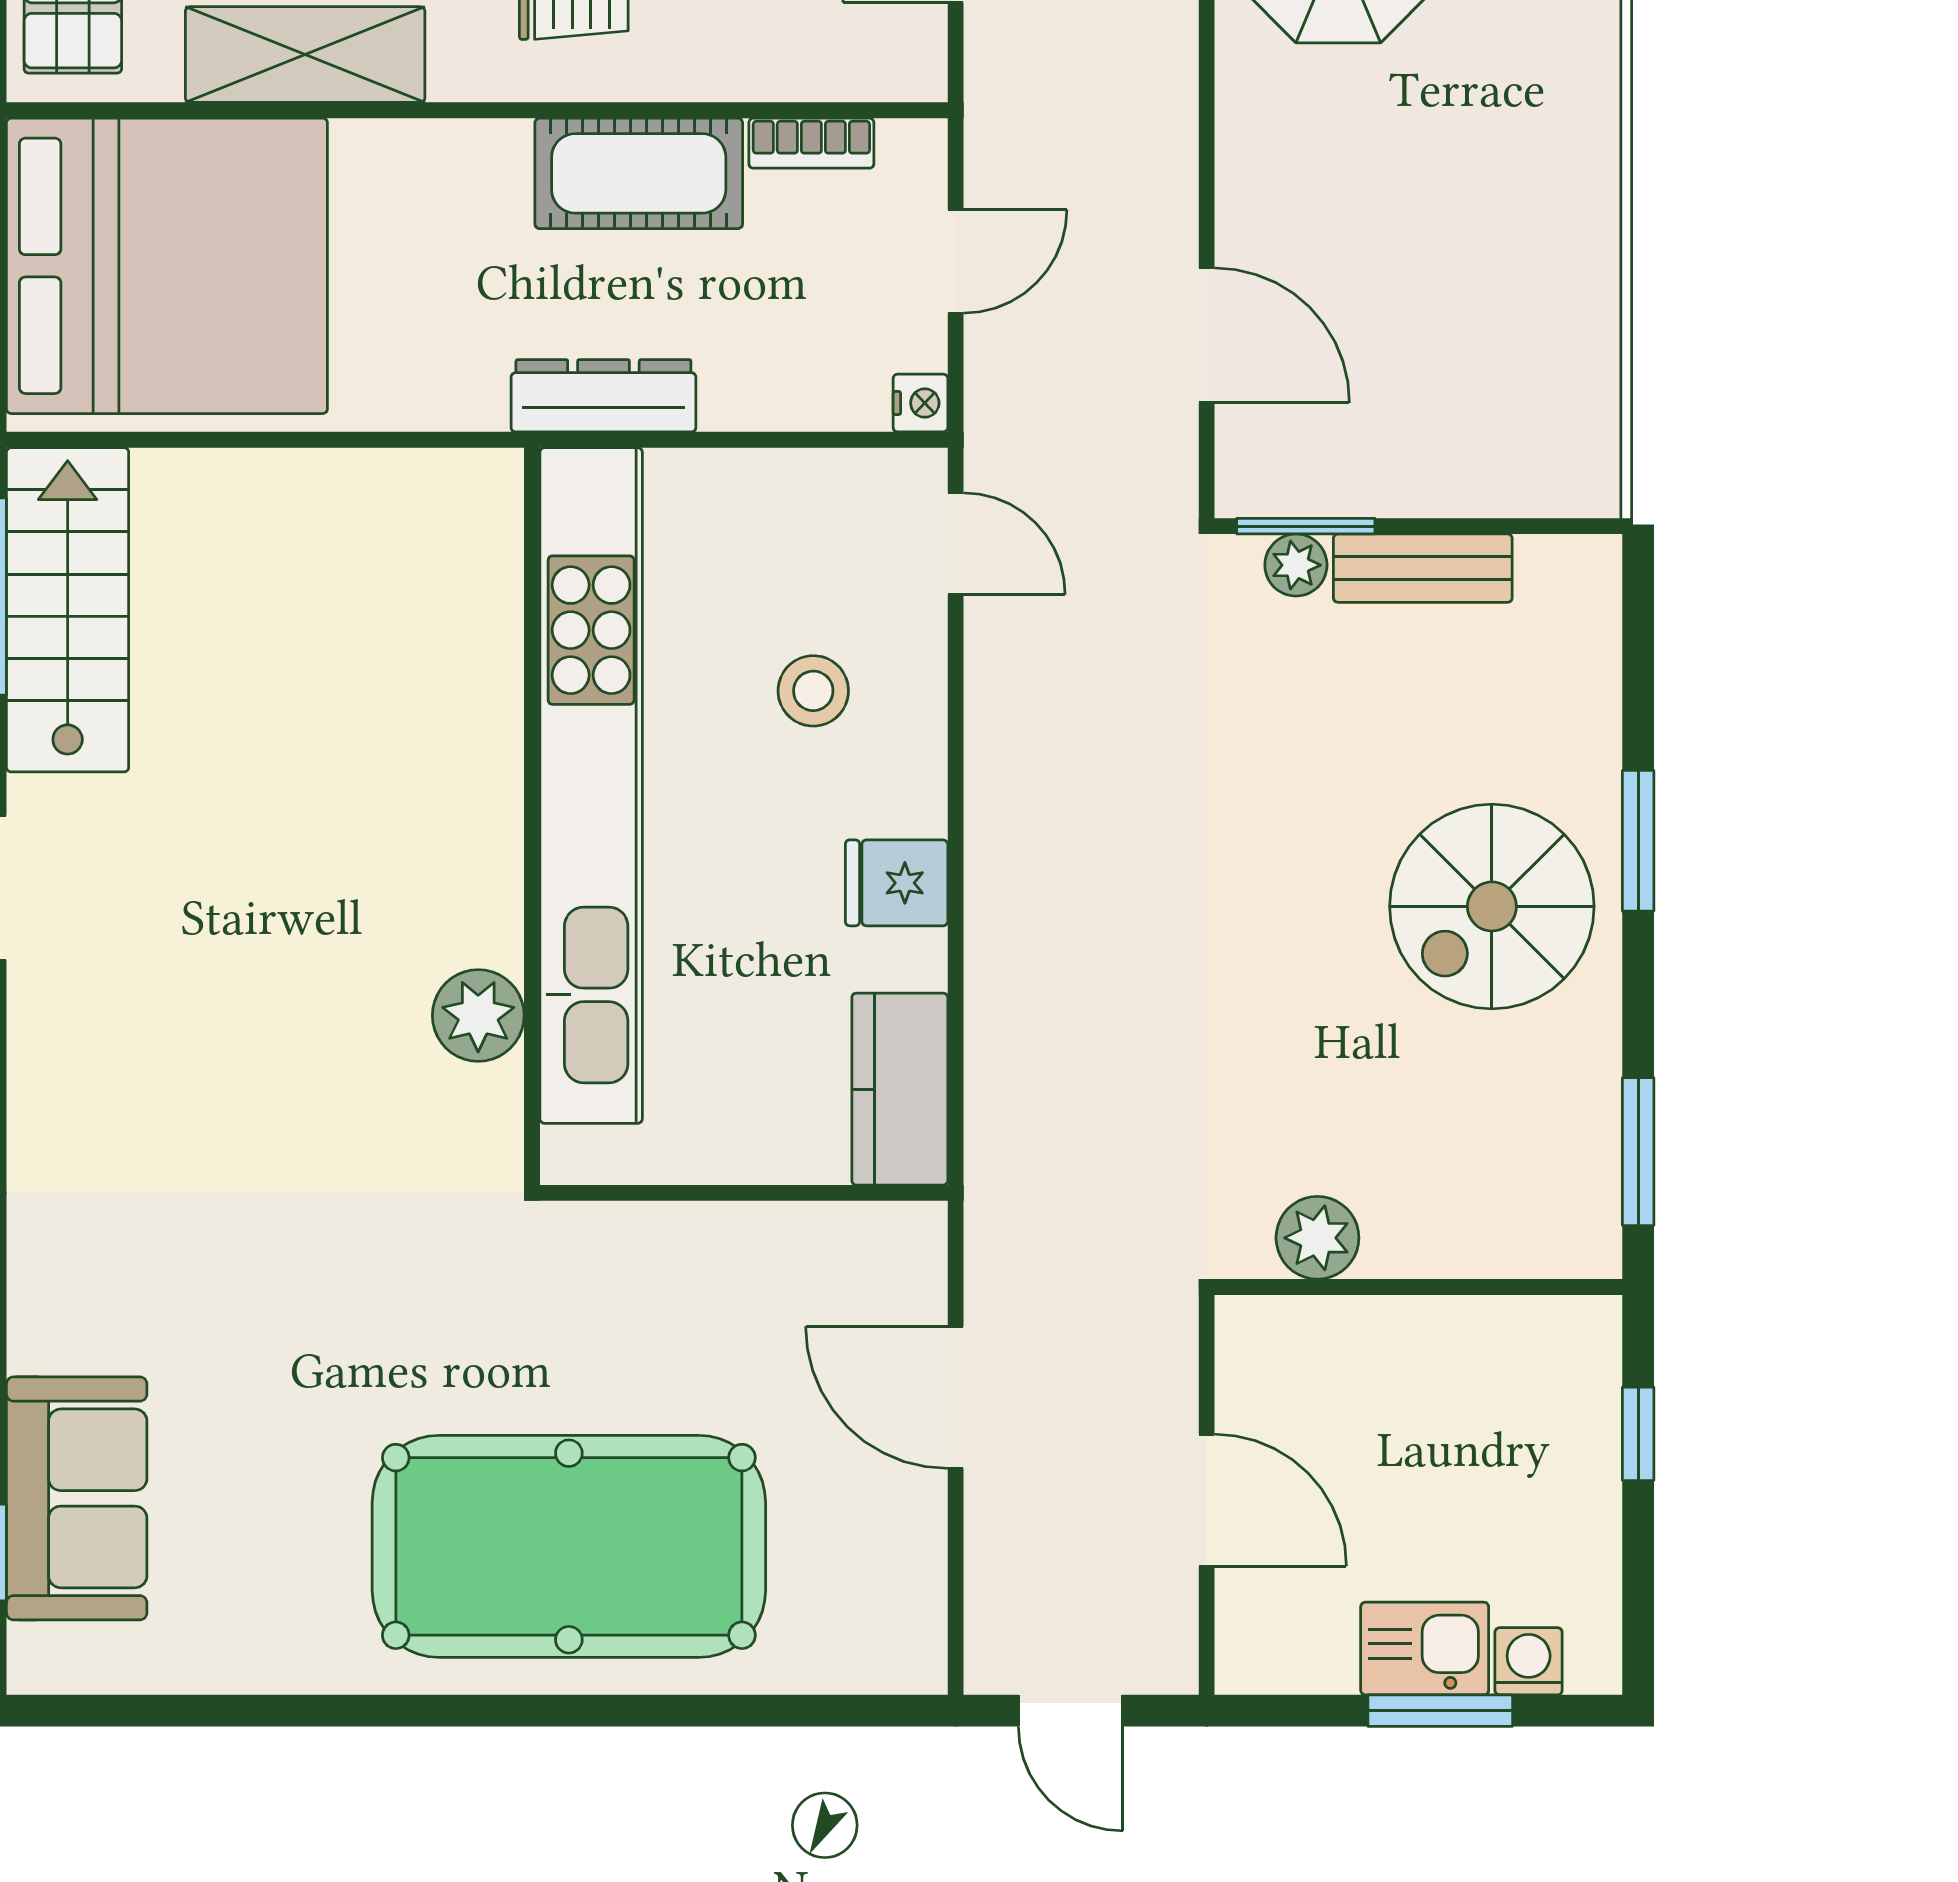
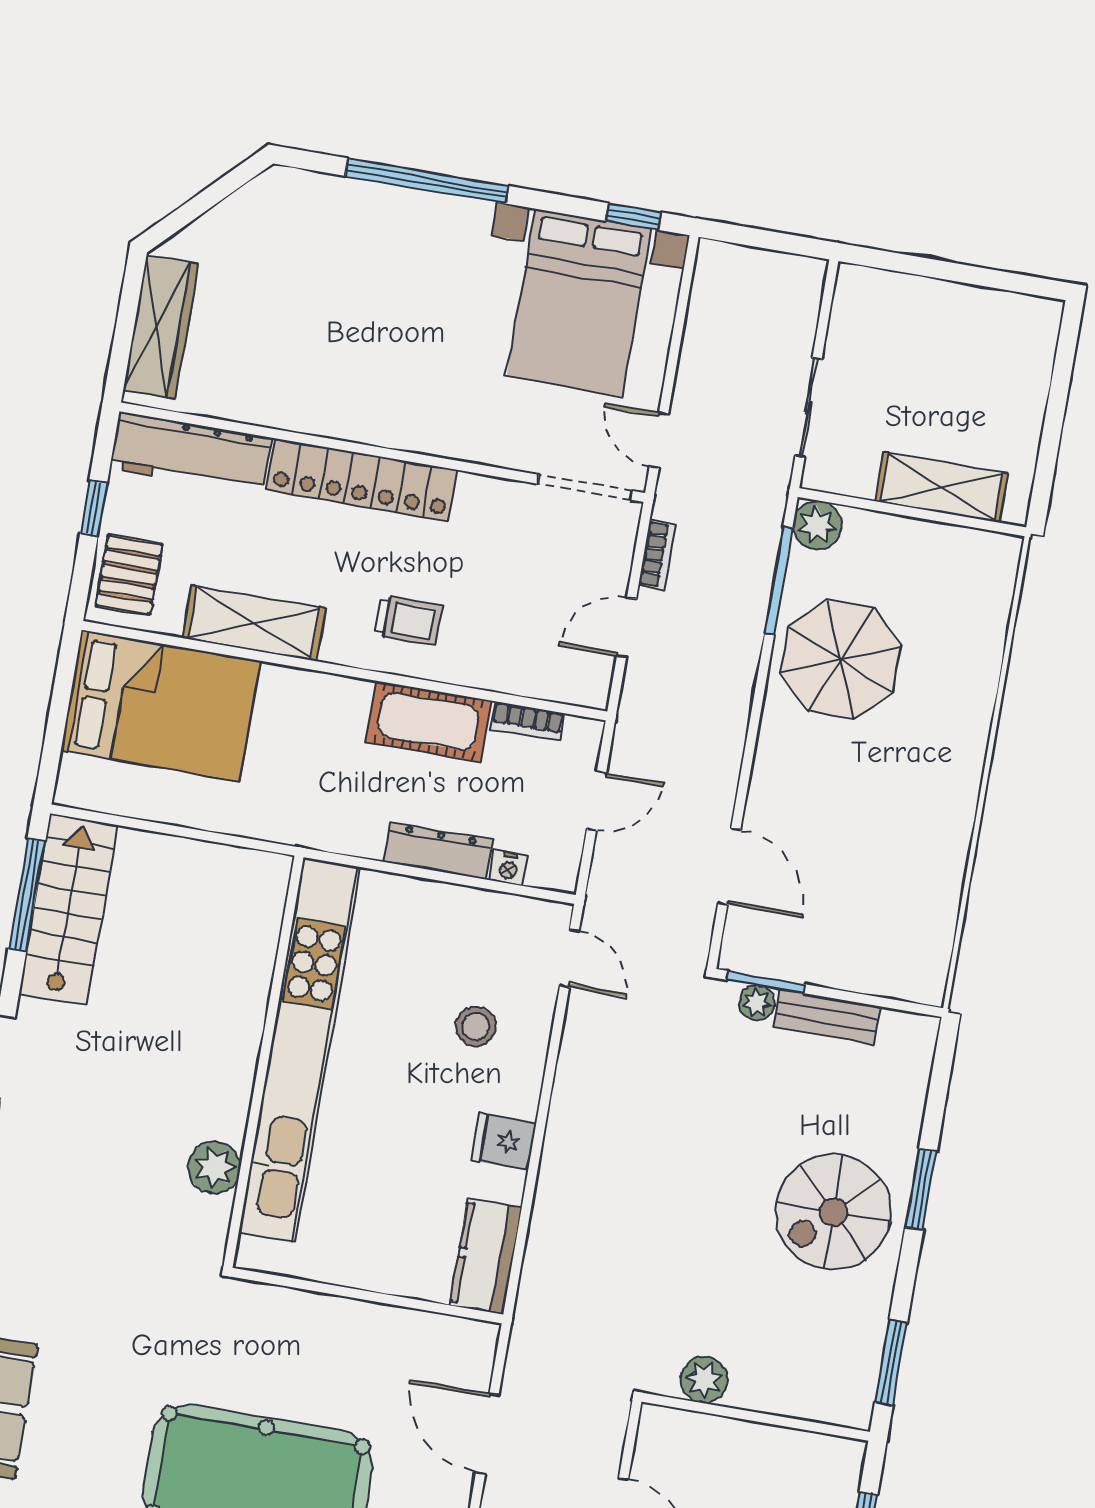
bed: (167, 266) -> (161, 706), width x0.73
dresser: (603, 396) -> (438, 851), moved
nightstand: (920, 403) -> (508, 868), moved, turned 90
kitchen unit: (591, 786) -> (299, 1050), moved
wall: (532, 816) -> (263, 1062), moved
plant: (478, 1015) -> (214, 1168), moved

